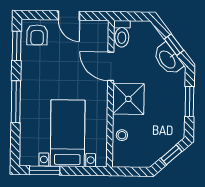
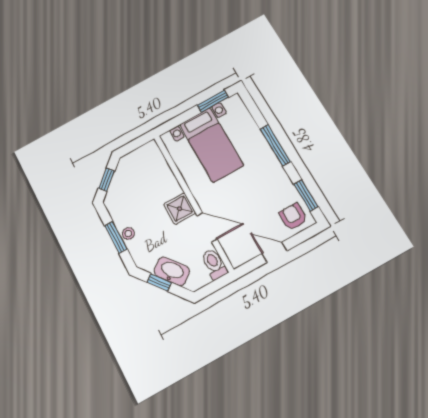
washbasin: (168, 59) -> (172, 271), moved
shower: (128, 99) -> (180, 209), width x0.73, depth x0.73
stool: (122, 135) -> (128, 233), moved

